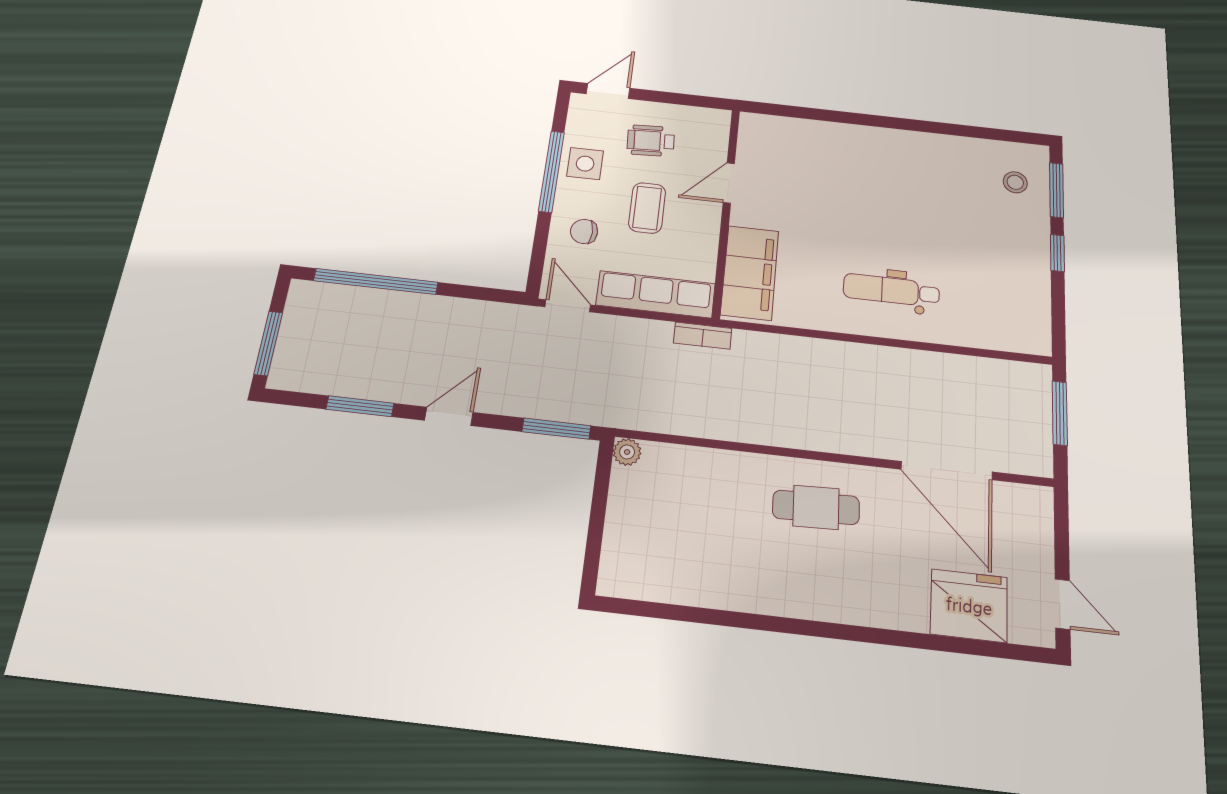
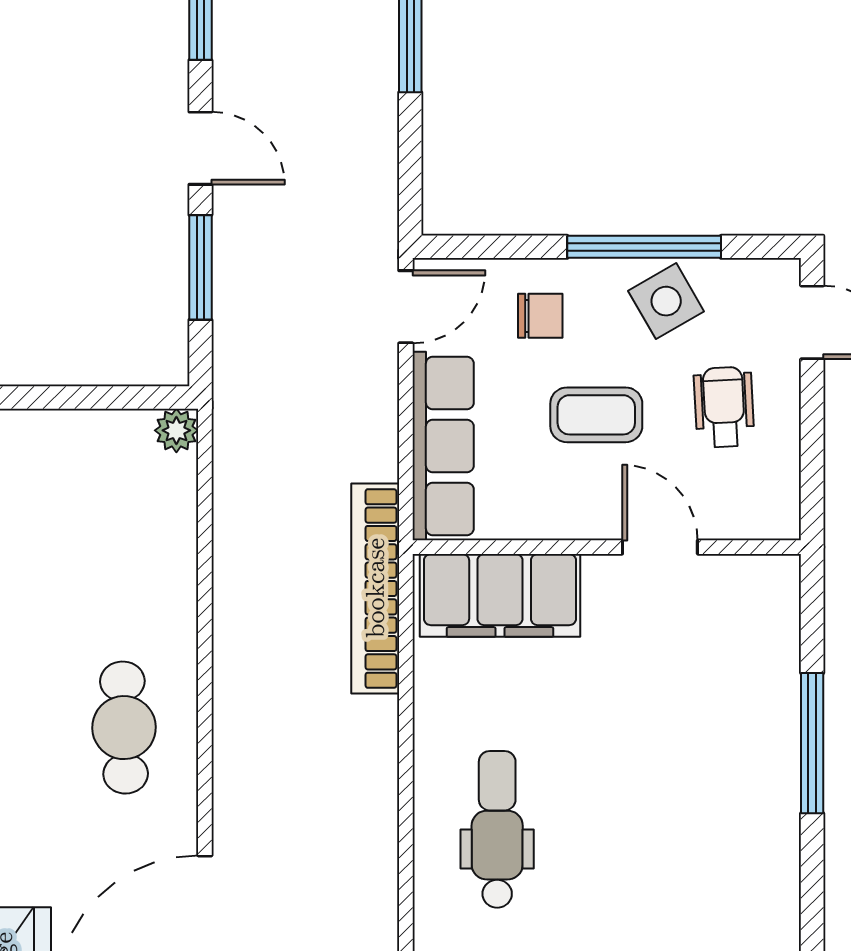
window: (849, 118) -> (812, 743), added
side table: (585, 164) -> (666, 301), turned -30
chair: (584, 231) -> (540, 316), turned 90
bookcase: (703, 336) -> (375, 588), width x2.31, depth x1.31
window: (556, 429) -> (200, 267), moved

